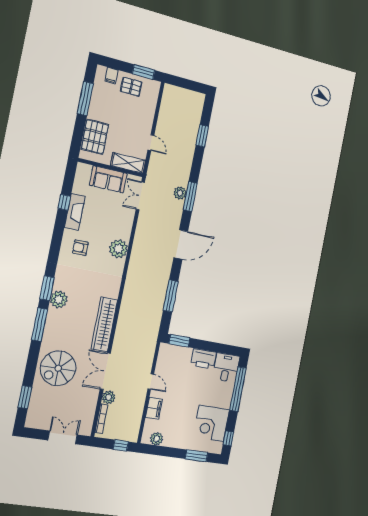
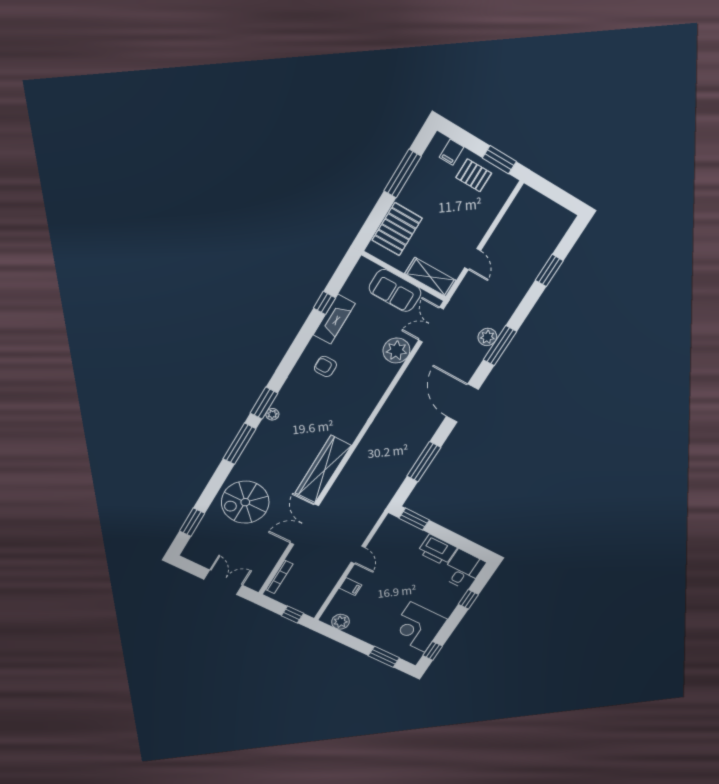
door: (181, 245) -> (462, 403), swing flipped
plant: (118, 249) -> (396, 350), moved
plant: (59, 299) -> (272, 414), width x0.53, depth x0.53
window: (238, 389) -> (468, 599), width x0.32
plant: (109, 397) -> (297, 556), removed
filing cabinet: (154, 408) -> (351, 587), width x0.50

